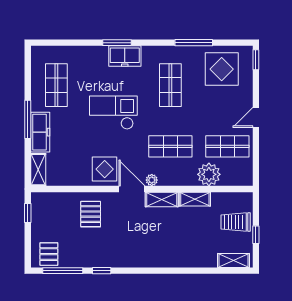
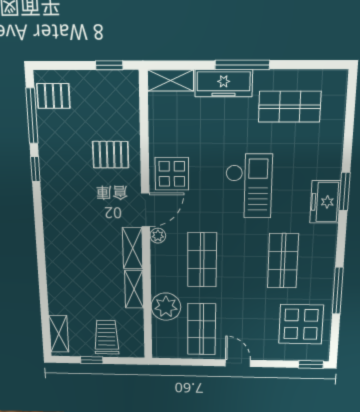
shop shelf: (170, 85) -> (283, 261), turned 90

